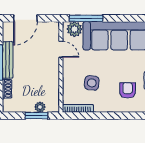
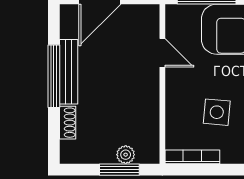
plant: (74, 29) -> (186, 17), removed

